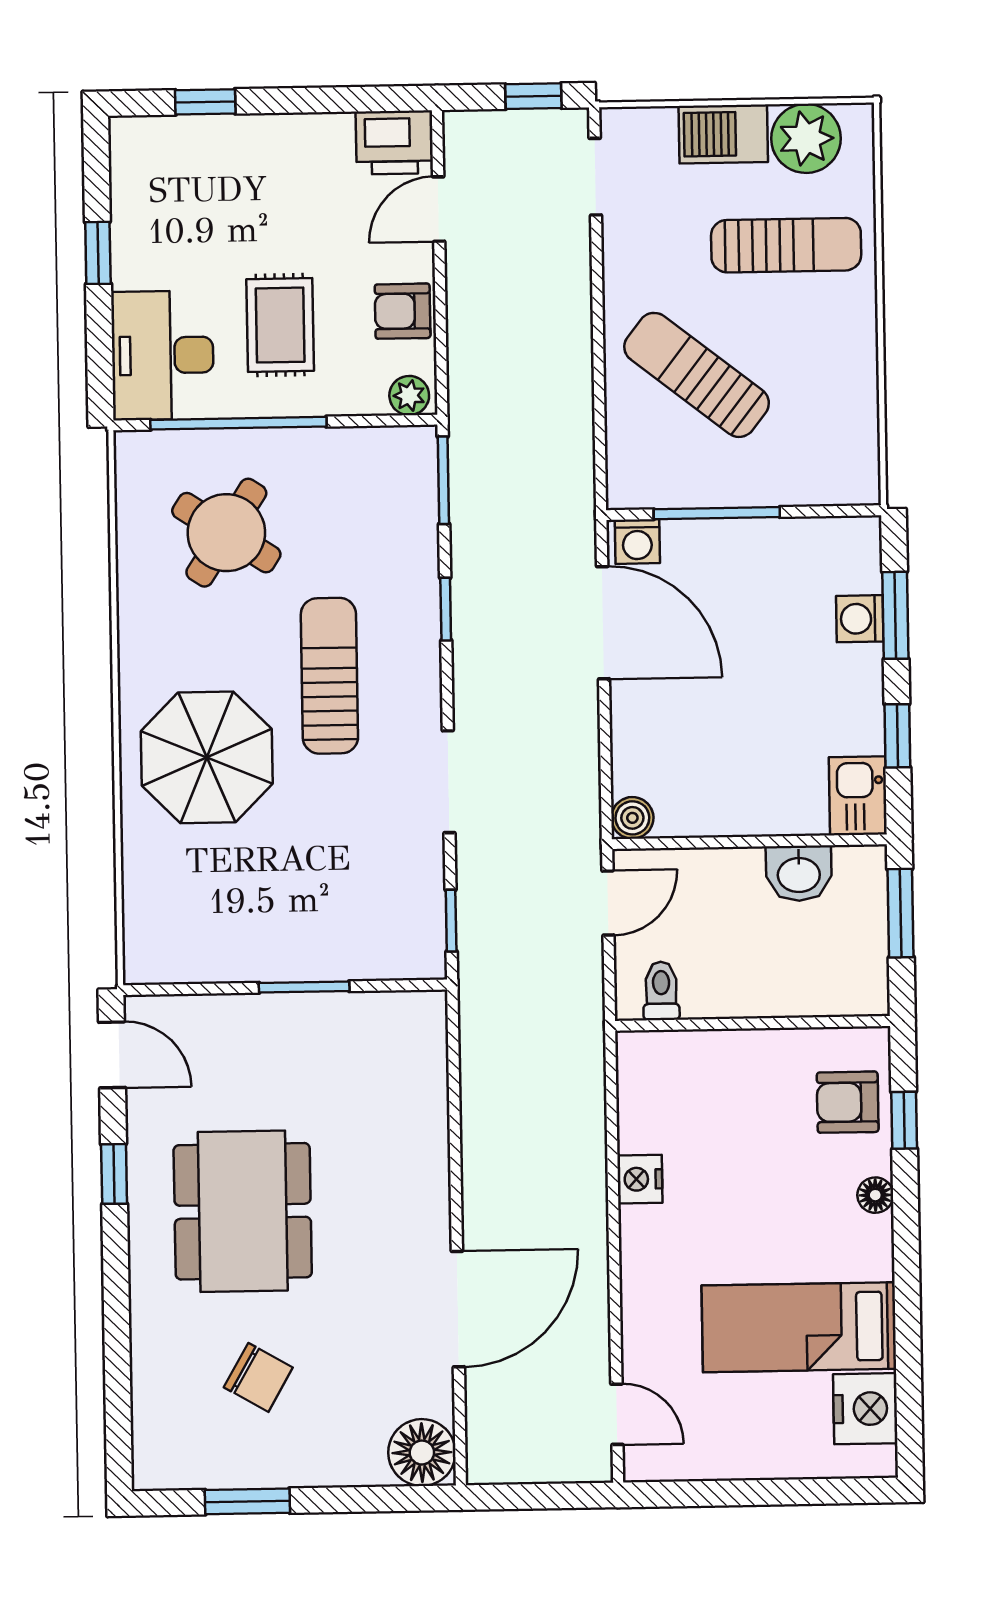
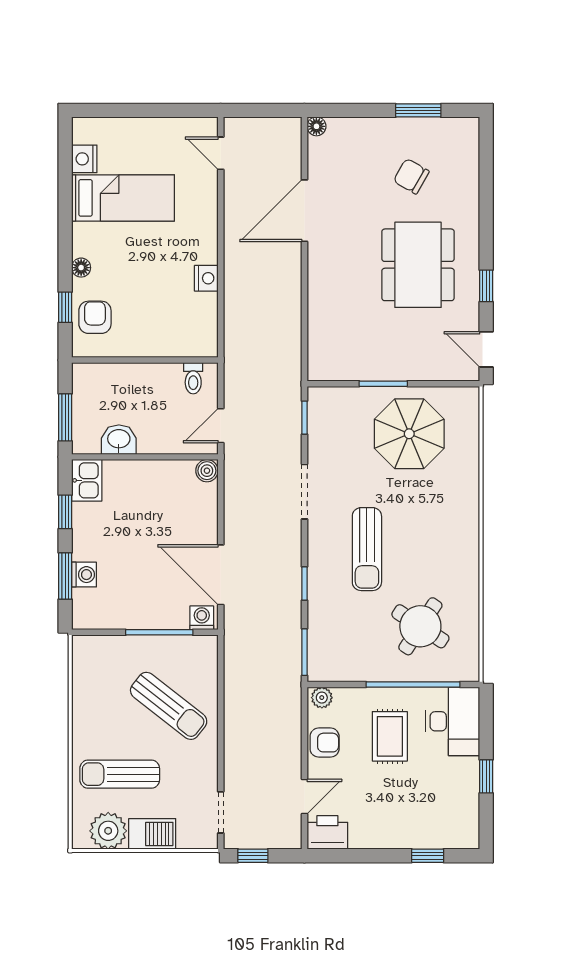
parasol: (207, 757) -> (409, 434), moved
armchair: (848, 1102) -> (95, 317), turned -90
nightstand: (865, 1409) -> (84, 159), width x0.74, depth x0.75
floor lamp: (422, 1453) -> (316, 126), width x0.53, depth x0.53

